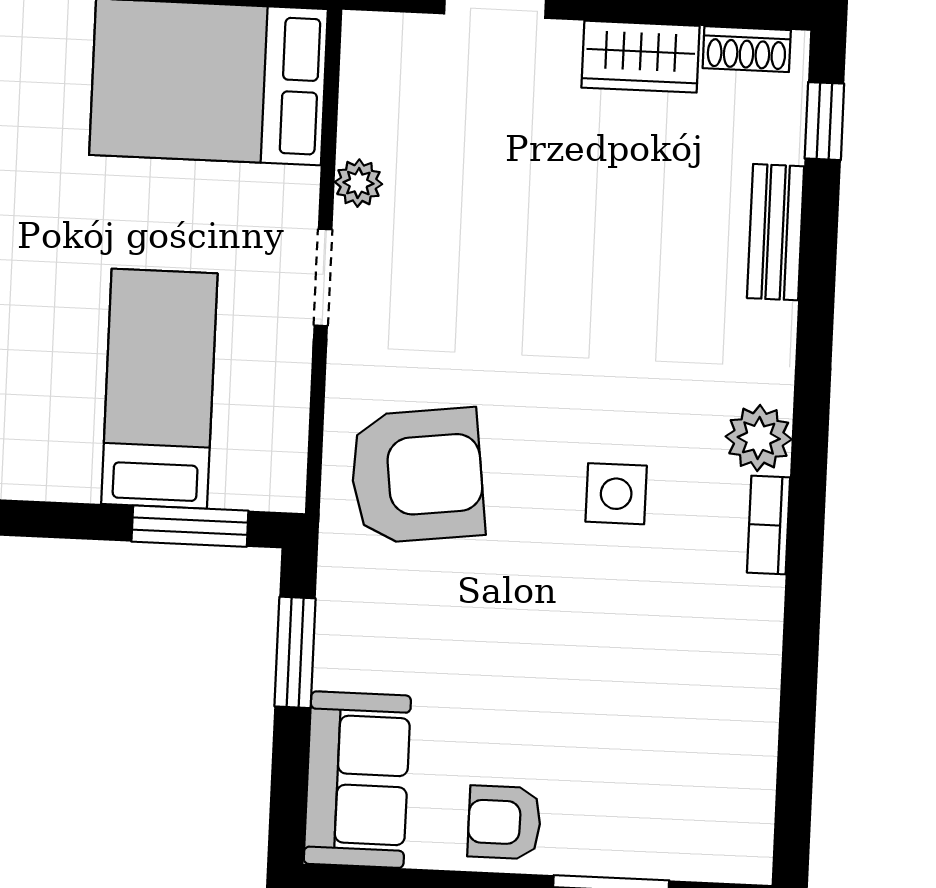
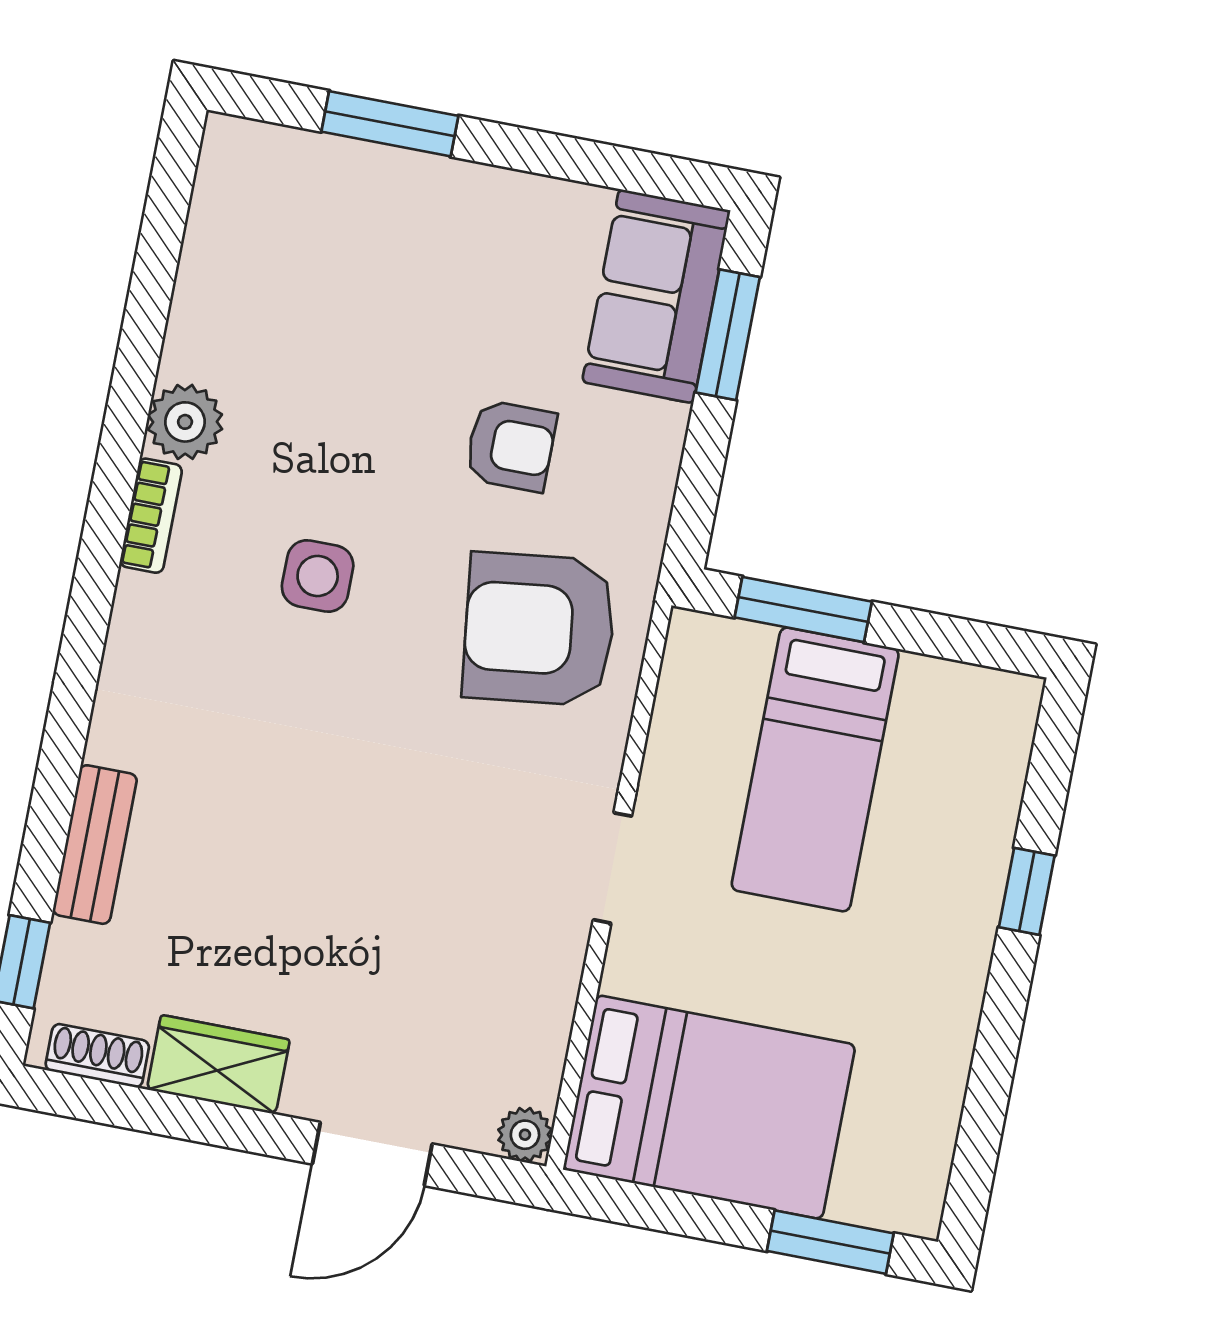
plant: (358, 183) -> (525, 1135), moved
plant: (759, 438) -> (185, 422), moved
window: (295, 652) -> (728, 335), moved
armchair: (504, 822) -> (511, 446), moved

